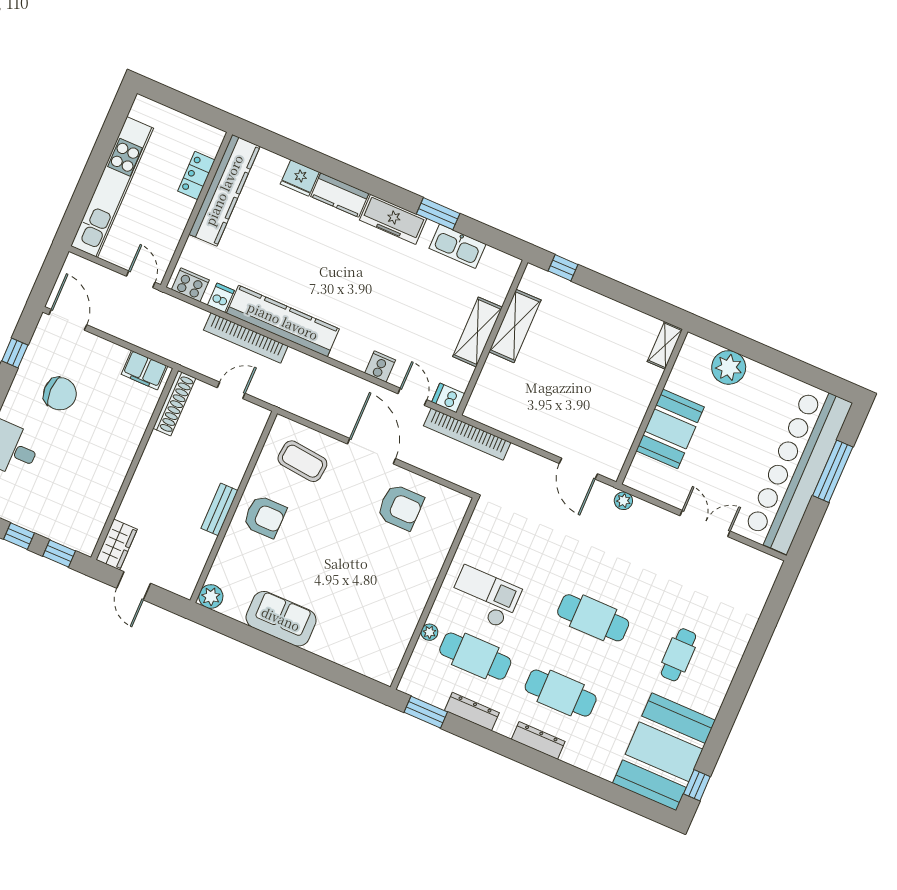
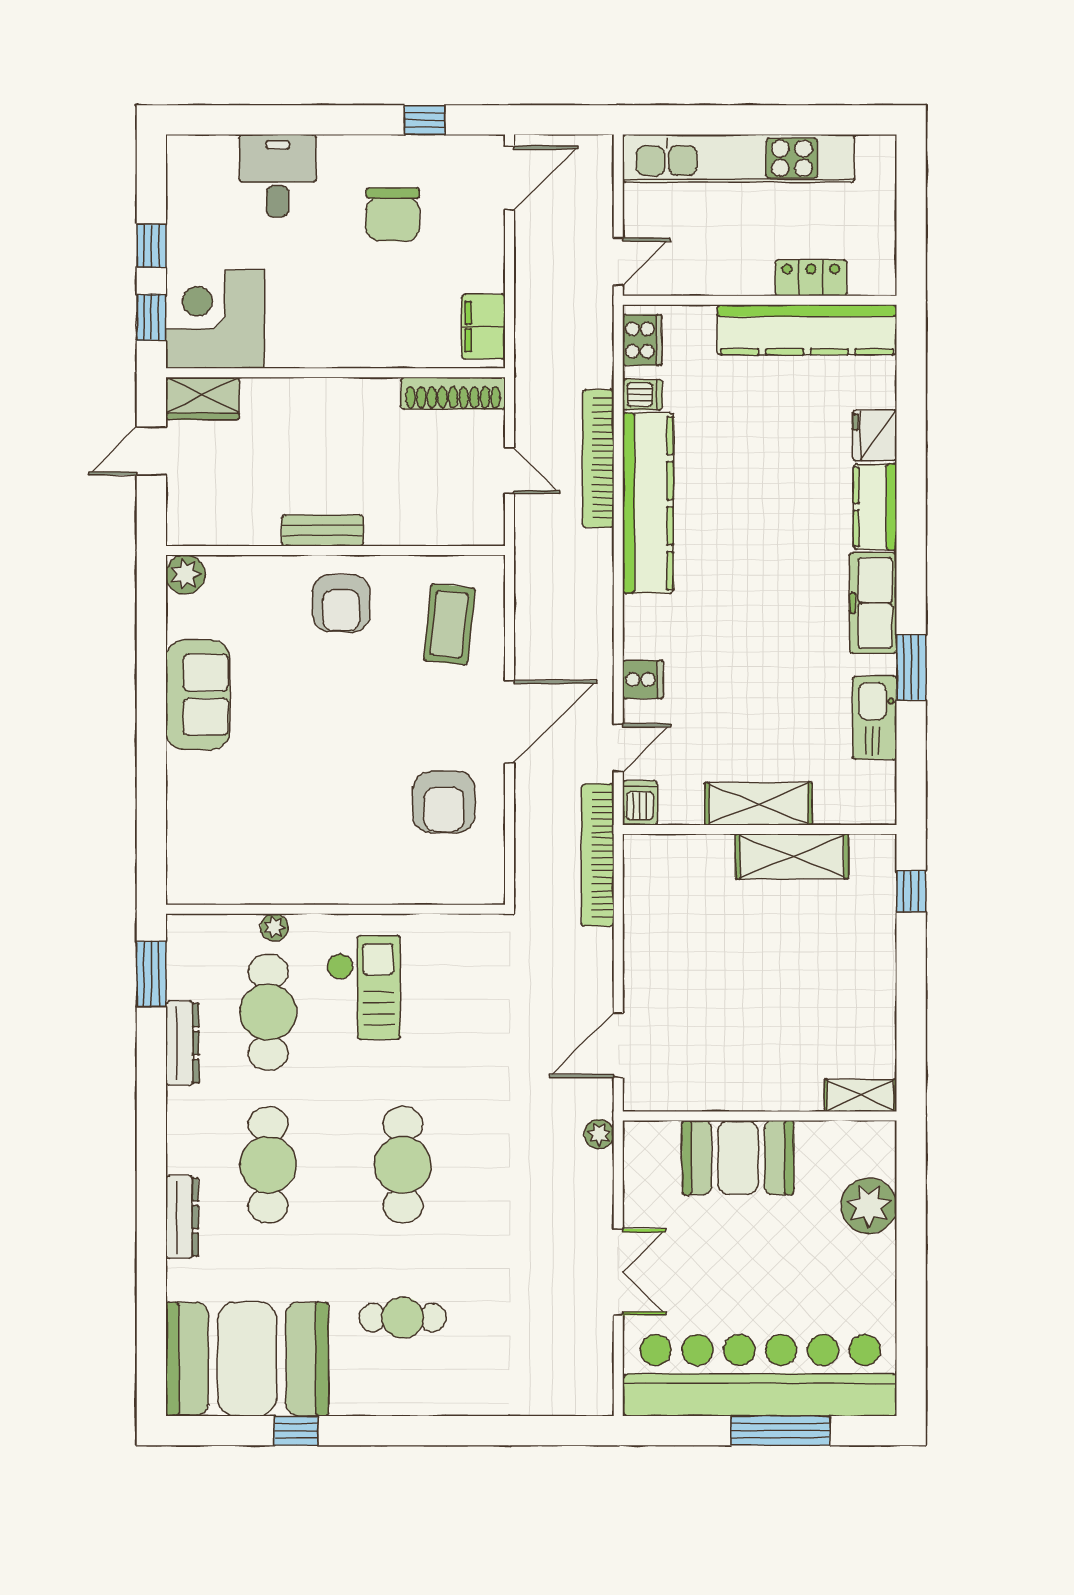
corner desk: (75, 518) -> (215, 319), added
dresser: (538, 740) -> (182, 1217), moved
window: (697, 785) -> (296, 1431), moved

